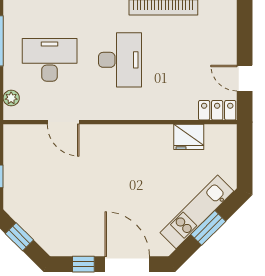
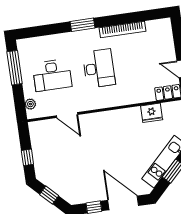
desk: (50, 60) -> (52, 75), turned 180

